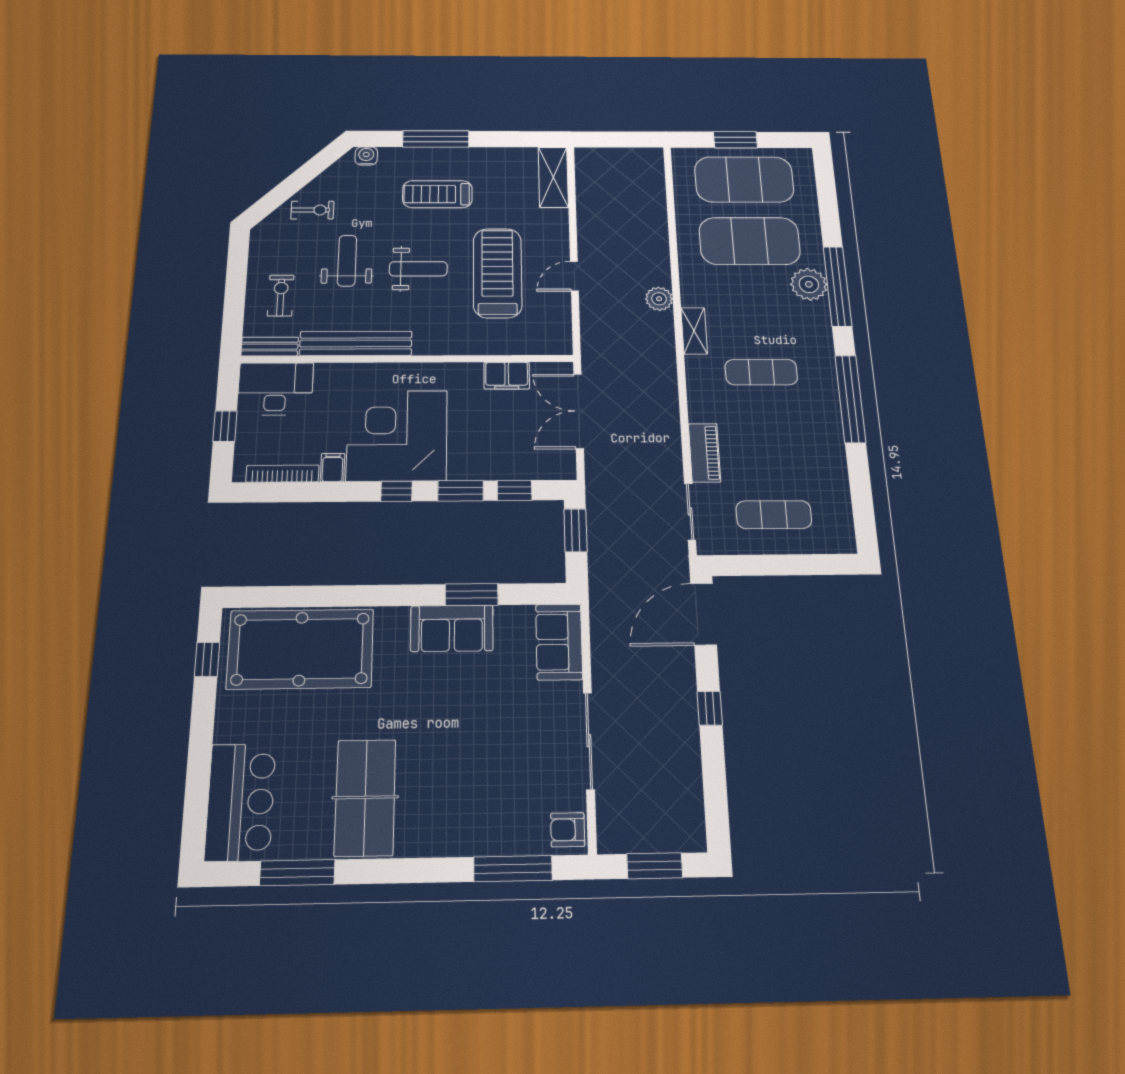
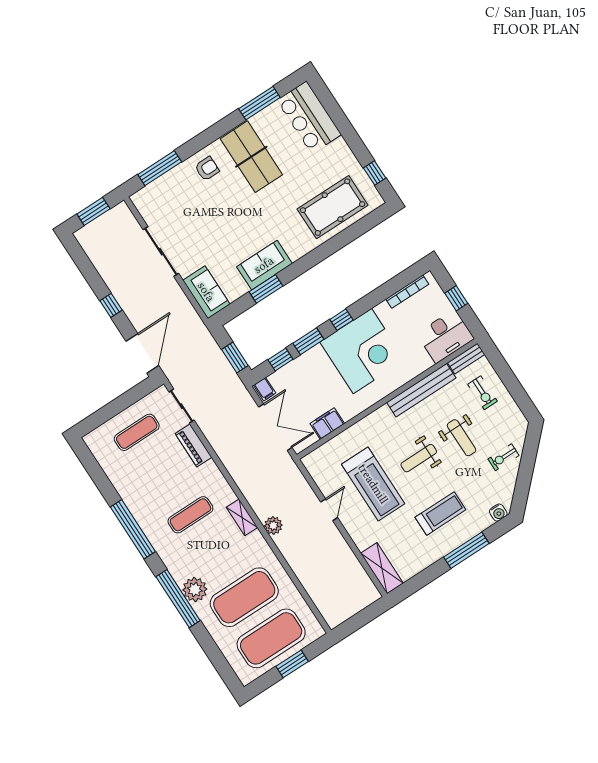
filing cabinet: (332, 467) -> (265, 389), moved
pool table: (300, 649) -> (333, 207), width x0.73, depth x0.76
armchair: (568, 830) -> (207, 169), moved

